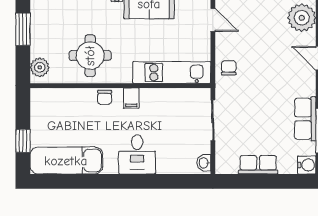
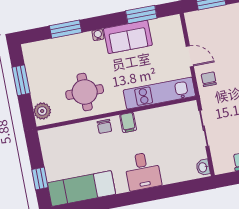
door: (213, 20) -> (190, 56), moved

